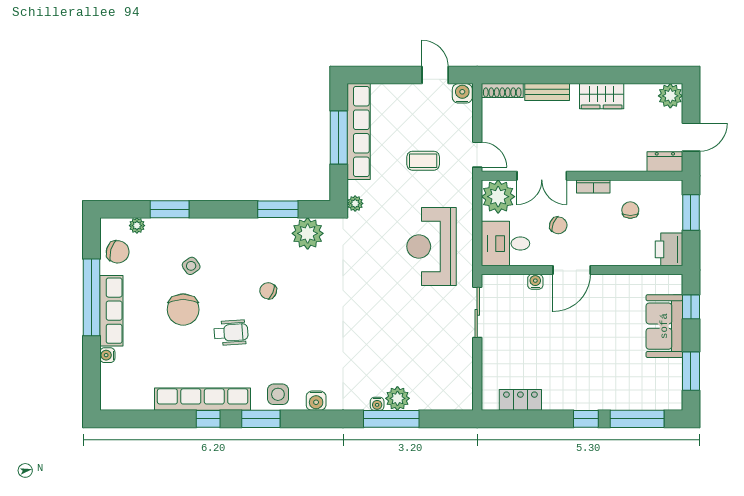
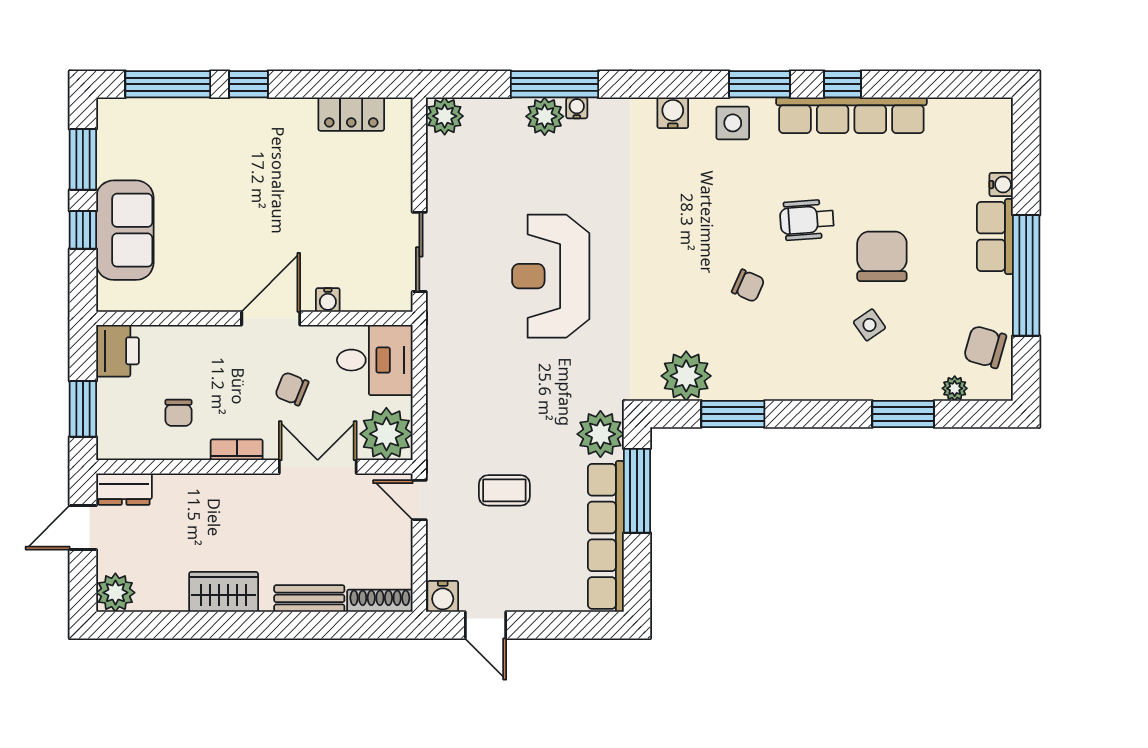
window: (339, 137) -> (637, 491), moved
plant: (355, 203) -> (600, 434), width x1.88, depth x1.88
reception desk: (431, 246) -> (551, 276), moved, turned 180
window: (691, 307) -> (83, 230), moved
row of seats: (111, 311) -> (995, 236), width x0.68
plant: (461, 399) -> (445, 116), added

